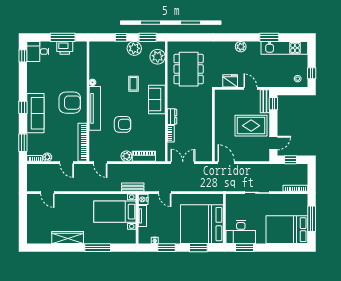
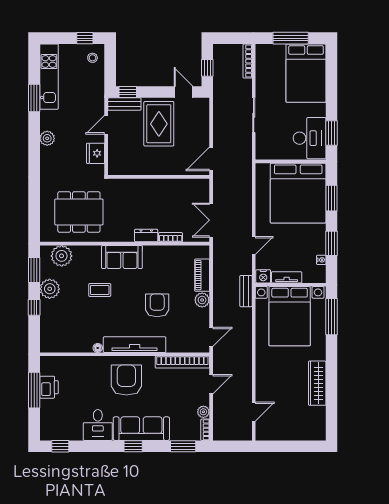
desk: (38, 52) -> (98, 425), moved
bed with nightstands: (115, 212) -> (290, 316), width x1.36
window: (98, 248) -> (331, 317), moved

